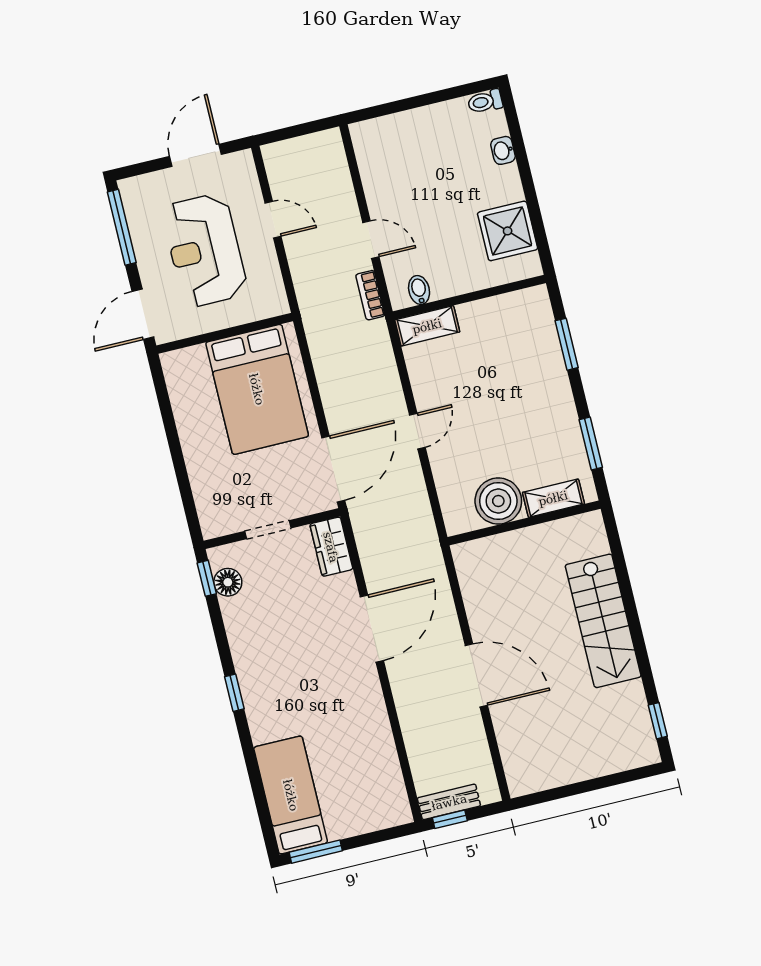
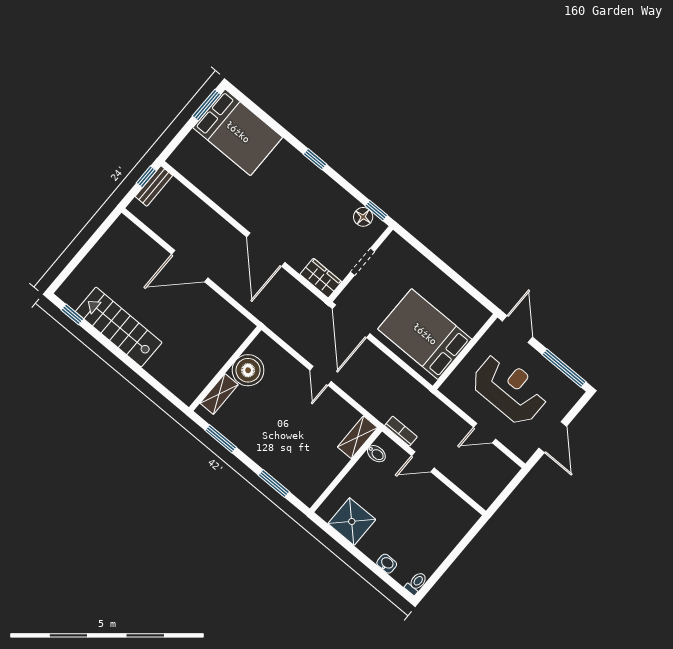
stairs: (603, 621) -> (119, 327), moved
bed: (291, 795) -> (238, 132), width x1.50

